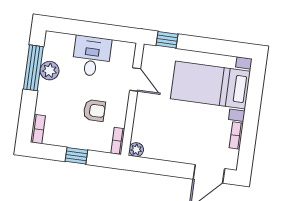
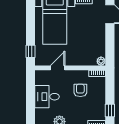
window: (76, 156) -> (110, 110), moved

